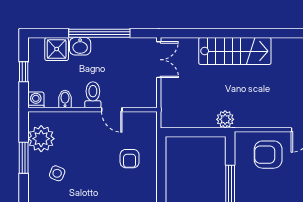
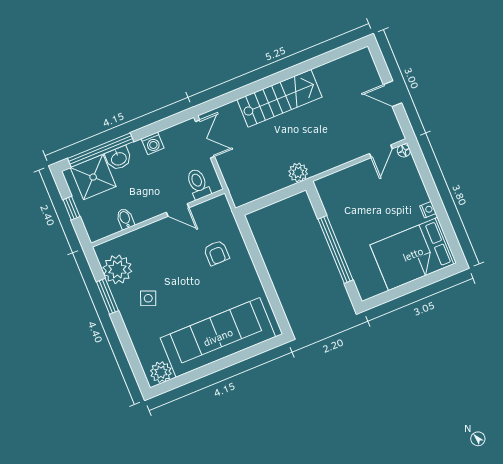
window: (99, 33) -> (101, 150), moved
shower: (57, 49) -> (93, 177), width x1.36, depth x1.36
toilet: (93, 95) -> (198, 184), moved
washing machine: (36, 100) -> (153, 143), moved, turned 180
armchair: (268, 155) -> (357, 191), removed

